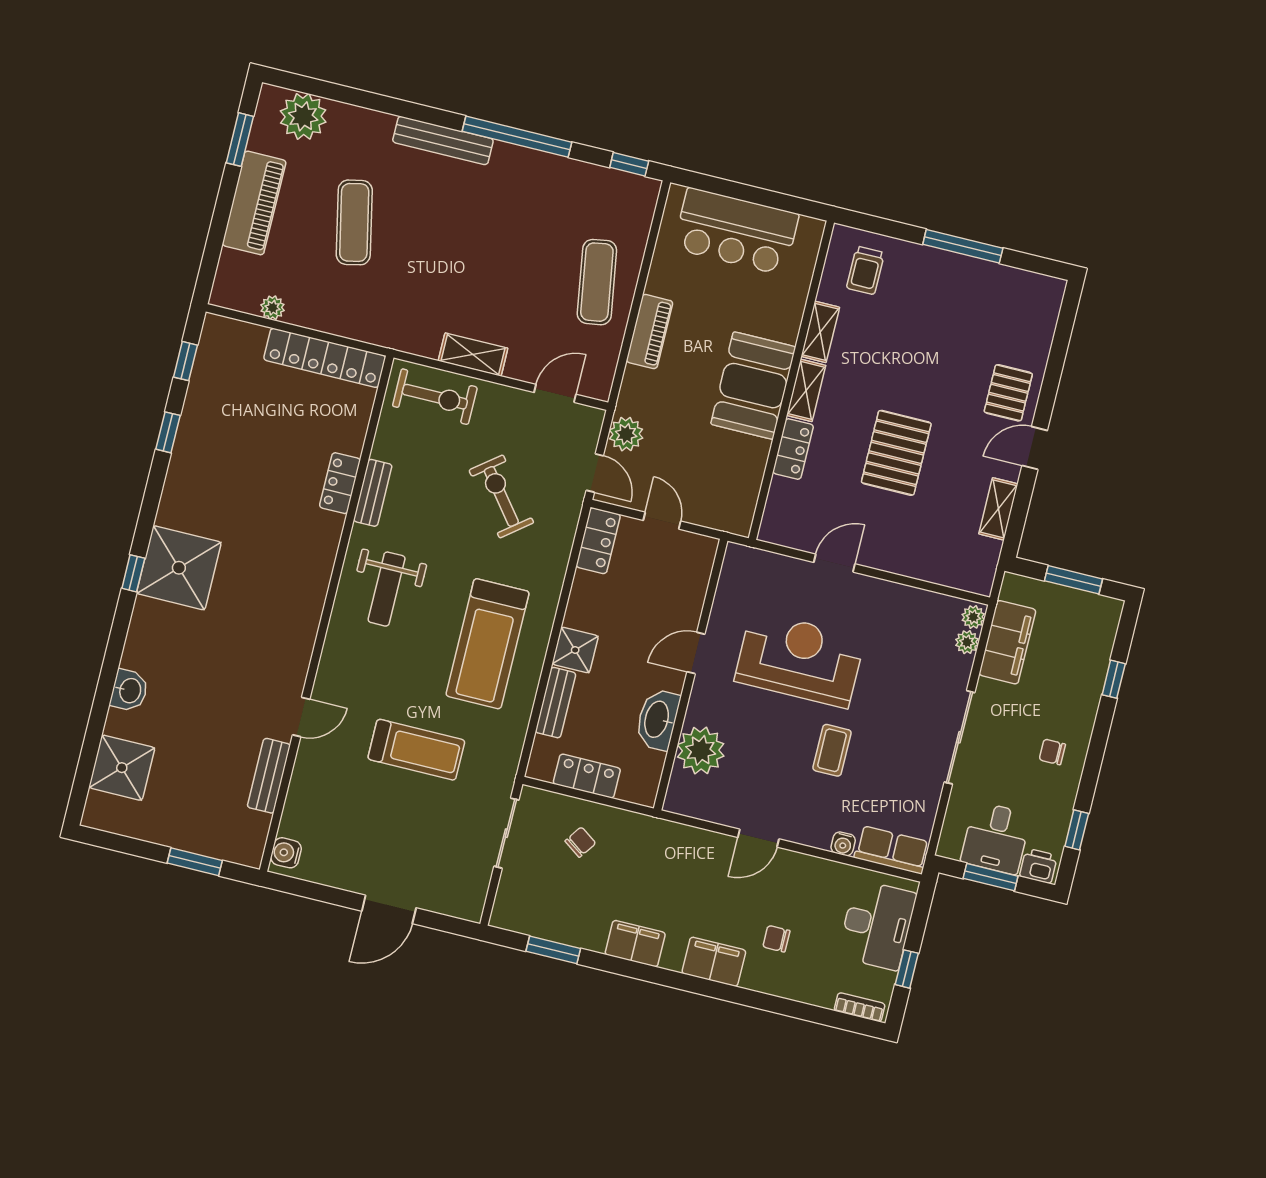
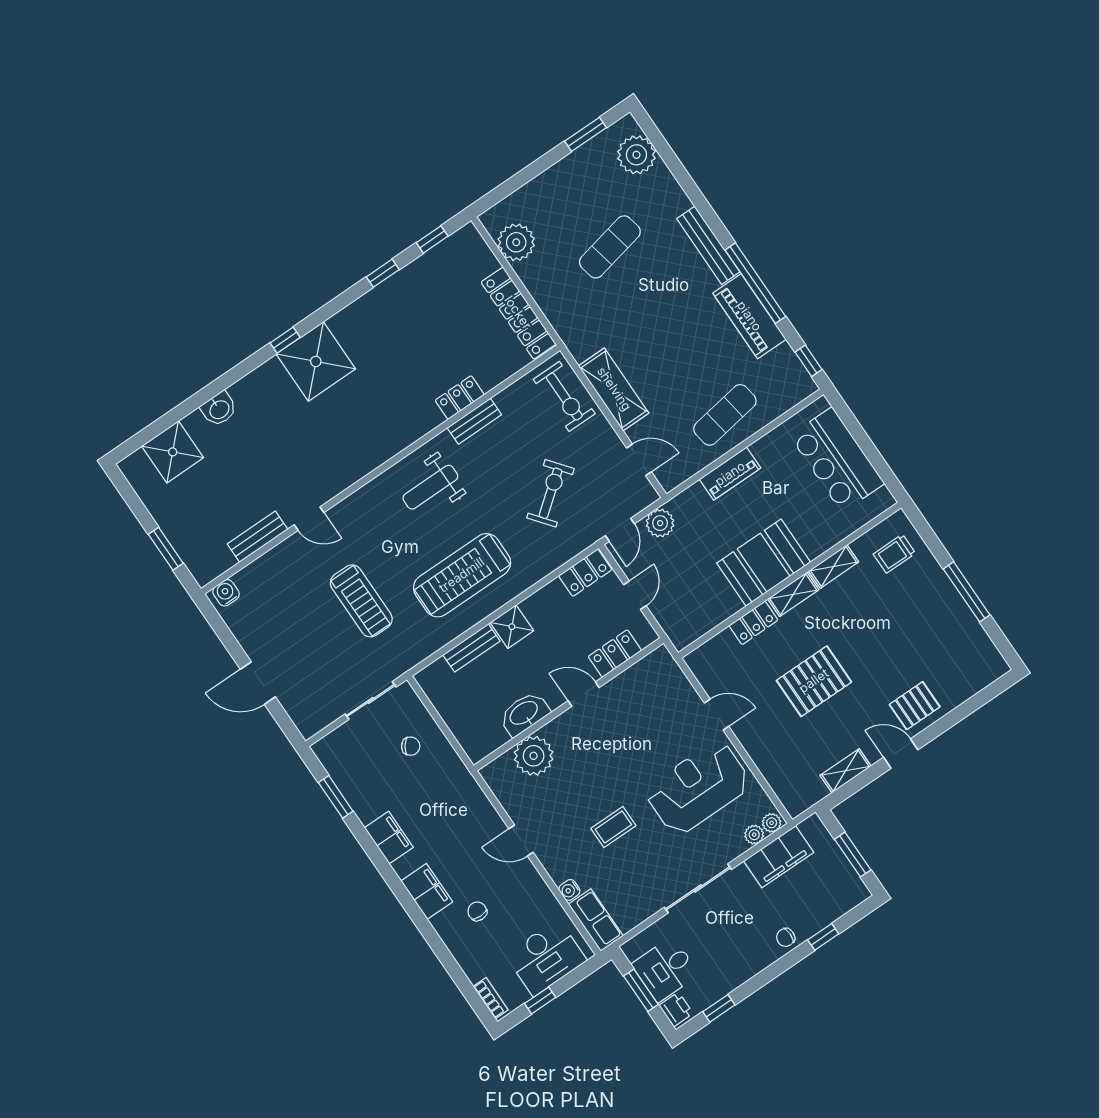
piano: (254, 203) -> (749, 316), moved, turned 90
plant: (273, 308) -> (516, 242), width x1.87, depth x1.87
shelving: (473, 354) -> (614, 389), width x1.50, depth x1.33
reception desk: (800, 659) -> (698, 788), moved, turned -90
chair: (1052, 752) -> (786, 937), moved, turned -90
locker: (587, 776) -> (615, 654), moved, turned -90

